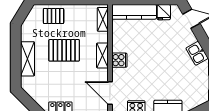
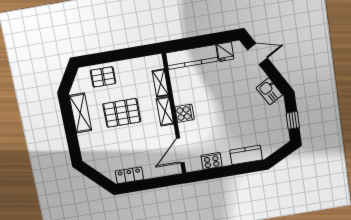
shelving: (103, 19) -> (160, 83), moved
shelving: (28, 59) -> (80, 113), moved
door: (110, 93) -> (180, 150), hinge flipped

